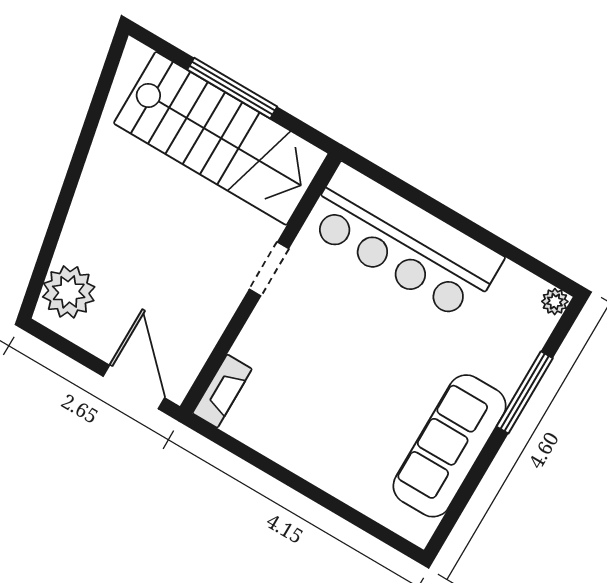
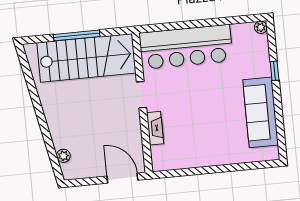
plant: (69, 292) -> (63, 156), width x0.53, depth x0.53
fireplace: (222, 391) -> (155, 128), moved
window: (525, 392) -> (275, 71), width x0.46

